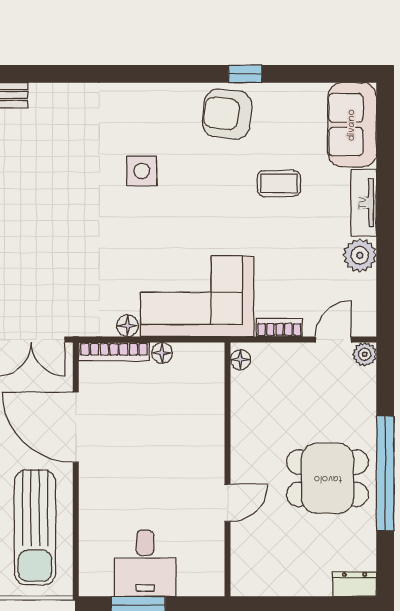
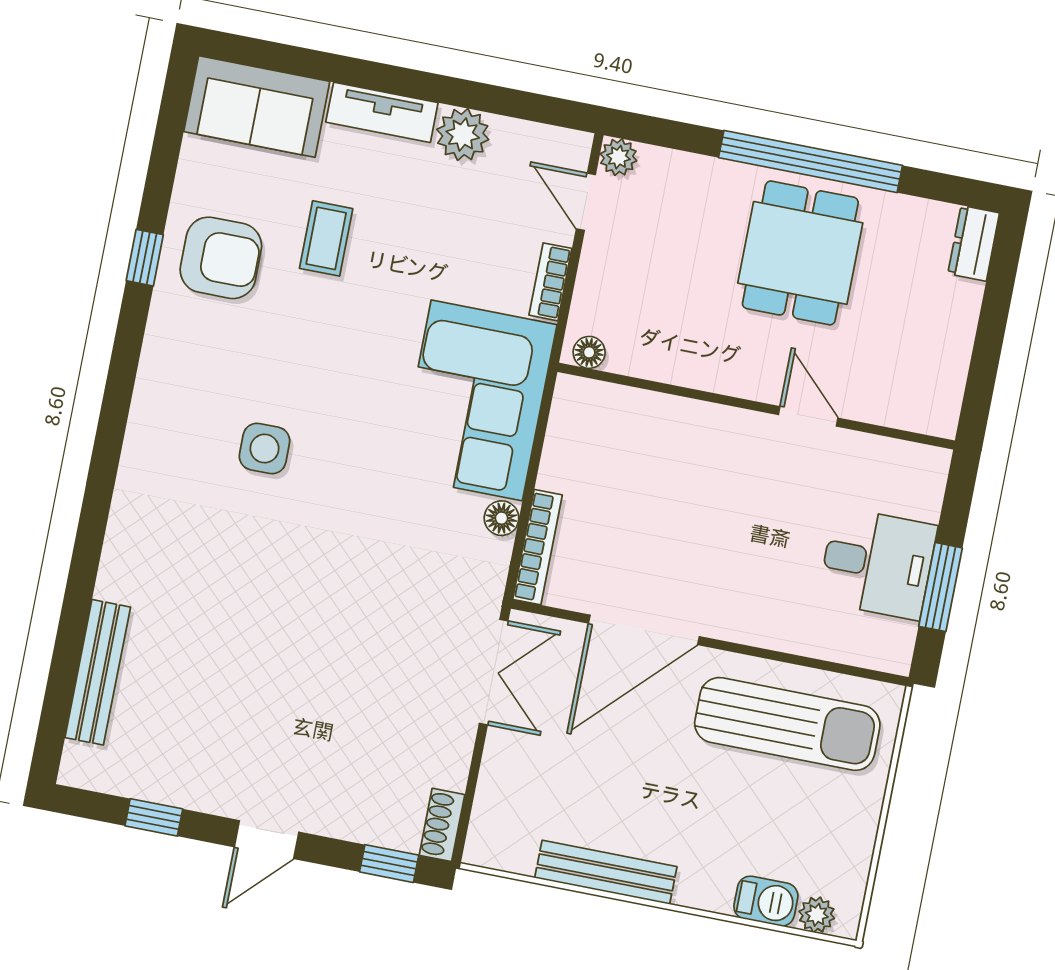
armchair: (227, 114) -> (221, 258), moved, turned -96
floor lamp: (162, 353) -> (554, 473), removed

